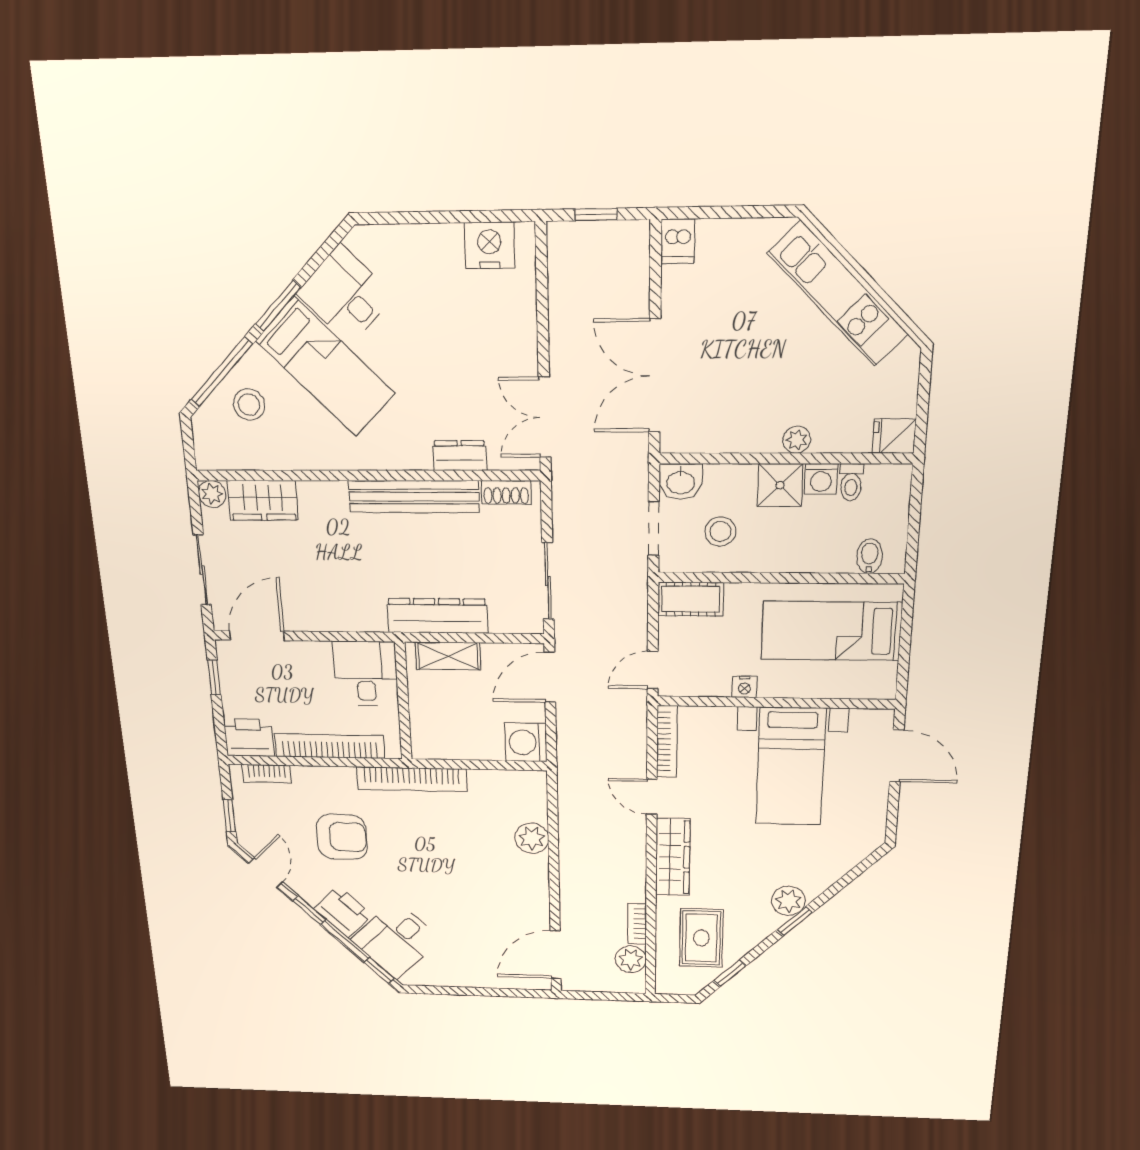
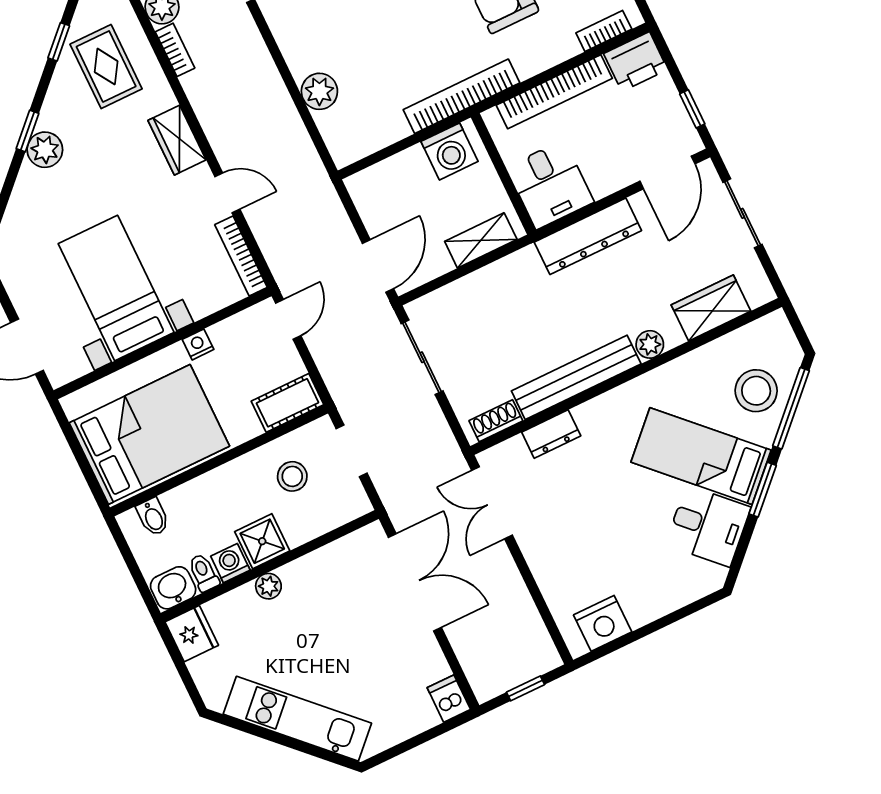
stool: (249, 404) -> (756, 391), width x1.38, depth x1.38
double door: (545, 417) -> (492, 503), swing flipped
fridge: (894, 436) -> (192, 634), width x1.38
washbasin: (681, 482) -> (173, 588), moved
plant: (212, 494) -> (650, 344), moved
dresser: (437, 616) -> (588, 236), moved
bed: (831, 631) -> (149, 434), width x1.50
washing machine: (526, 742) -> (449, 151), moved, turned 90
wardrobe: (673, 857) -> (177, 140), width x0.67

